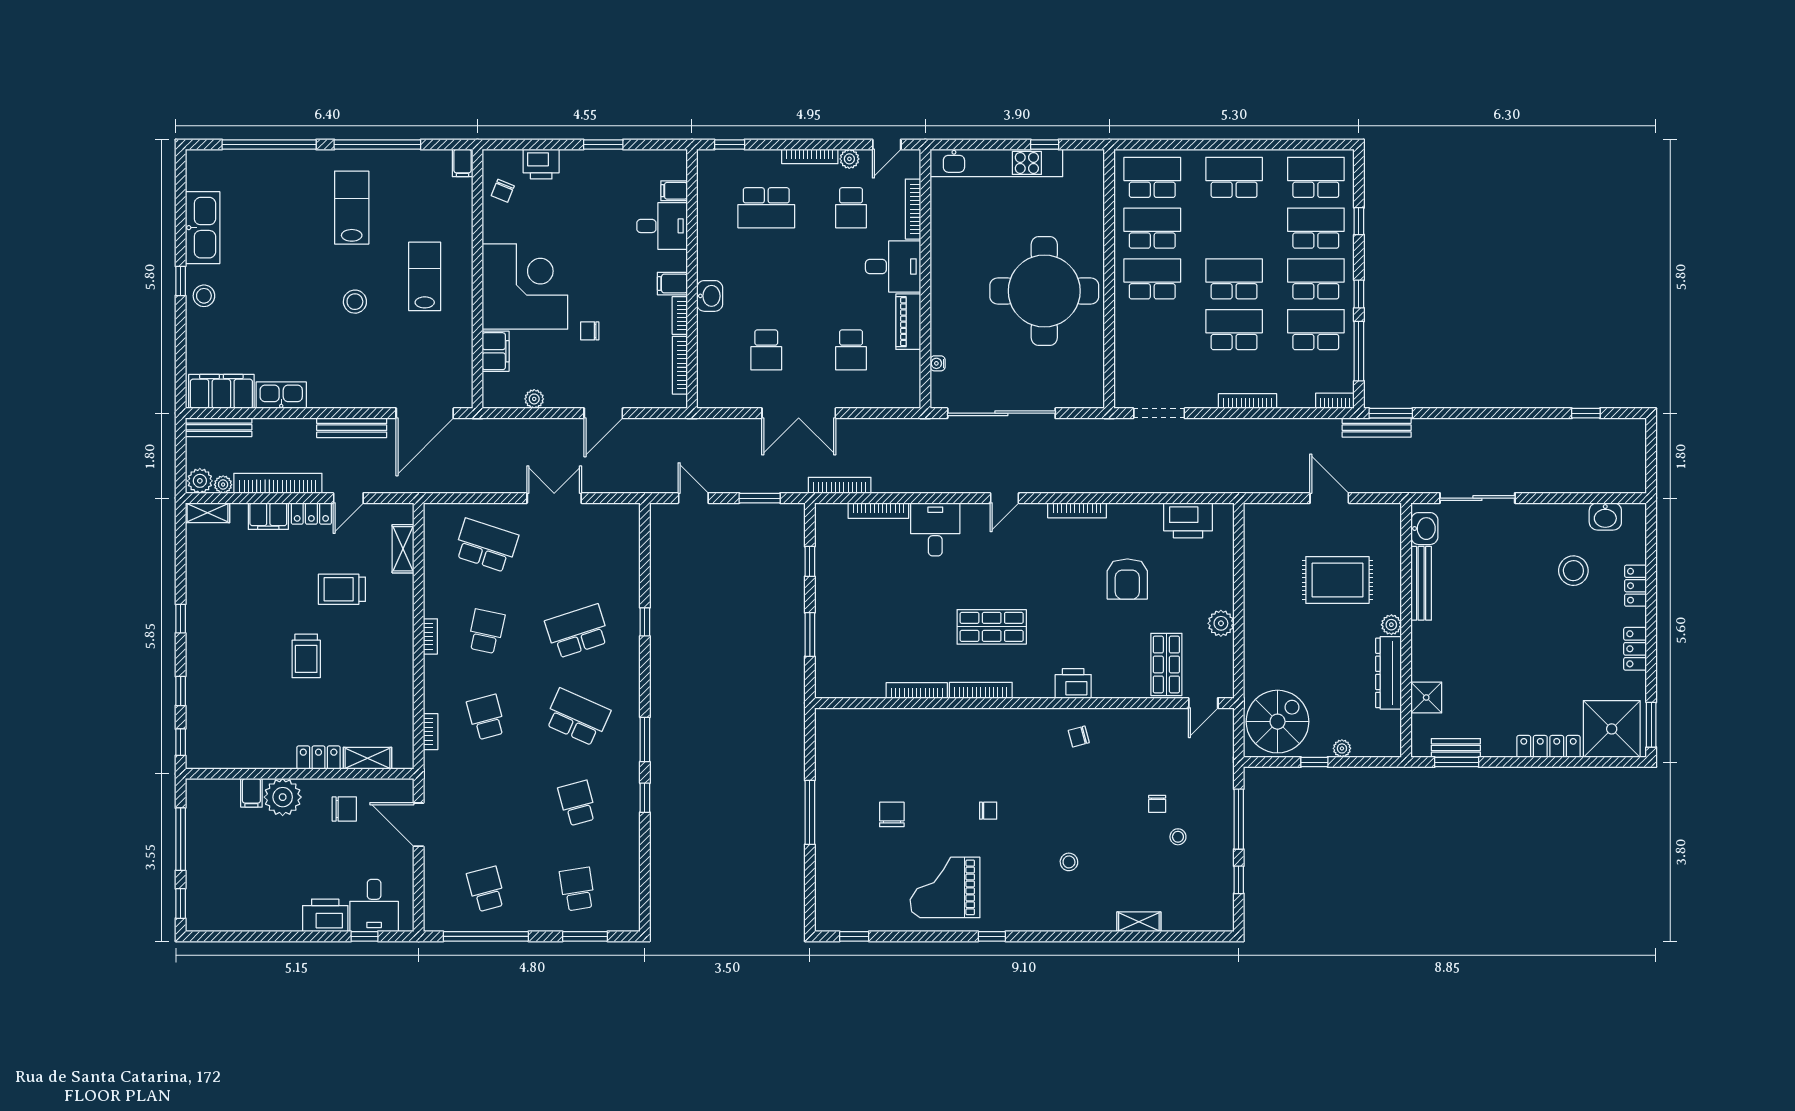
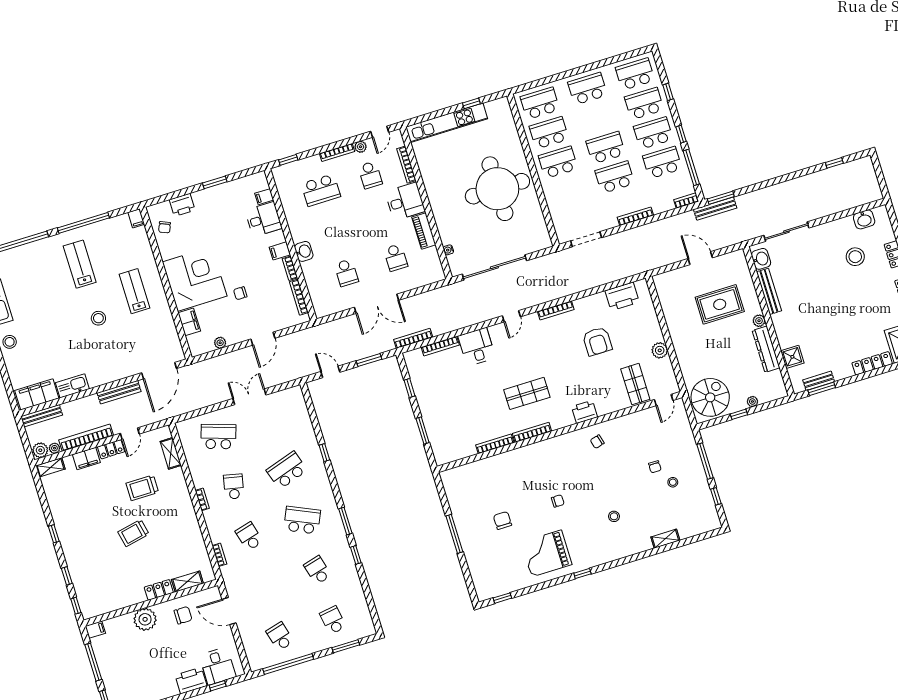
trolley: (306, 656) -> (133, 533), turned 78
filing cabinet: (251, 793) -> (95, 630), moved, turned -90

